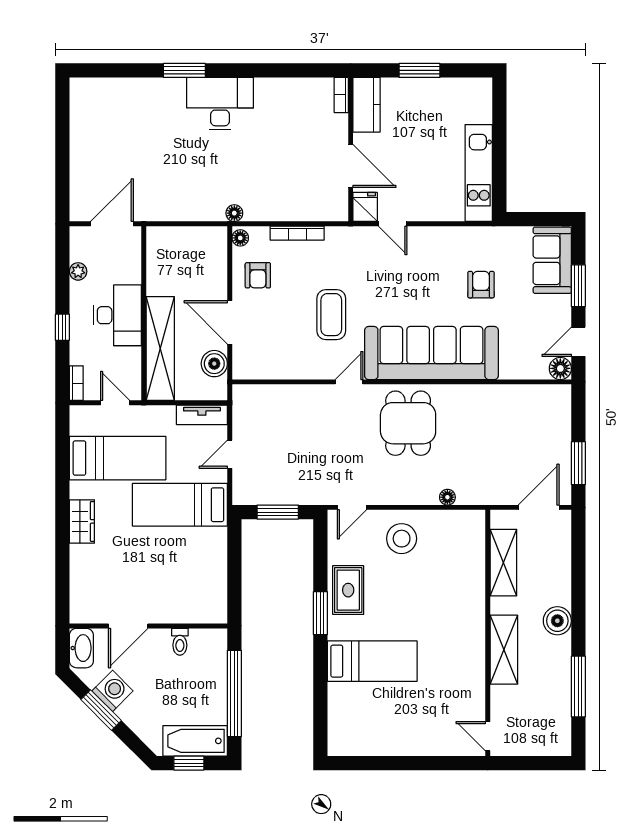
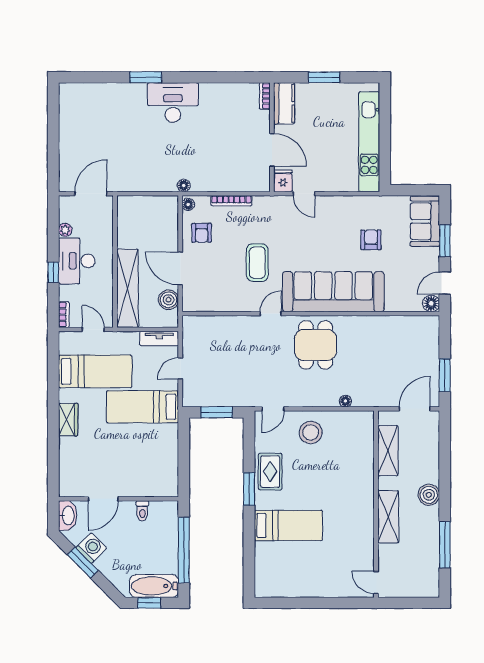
kitchen unit: (479, 173) -> (369, 142), width x1.36
desk: (117, 315) -> (77, 261), moved, turned 180

